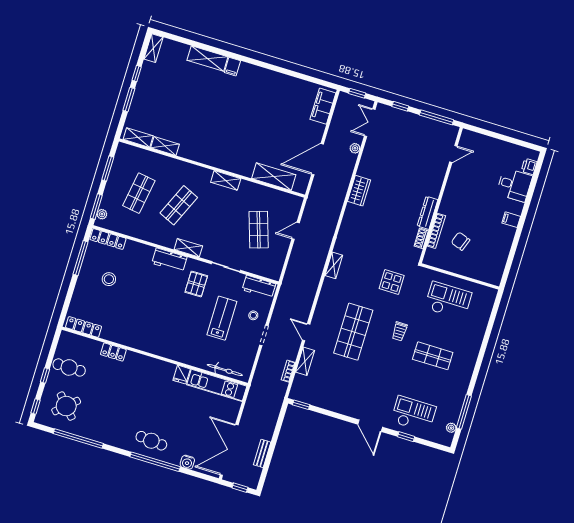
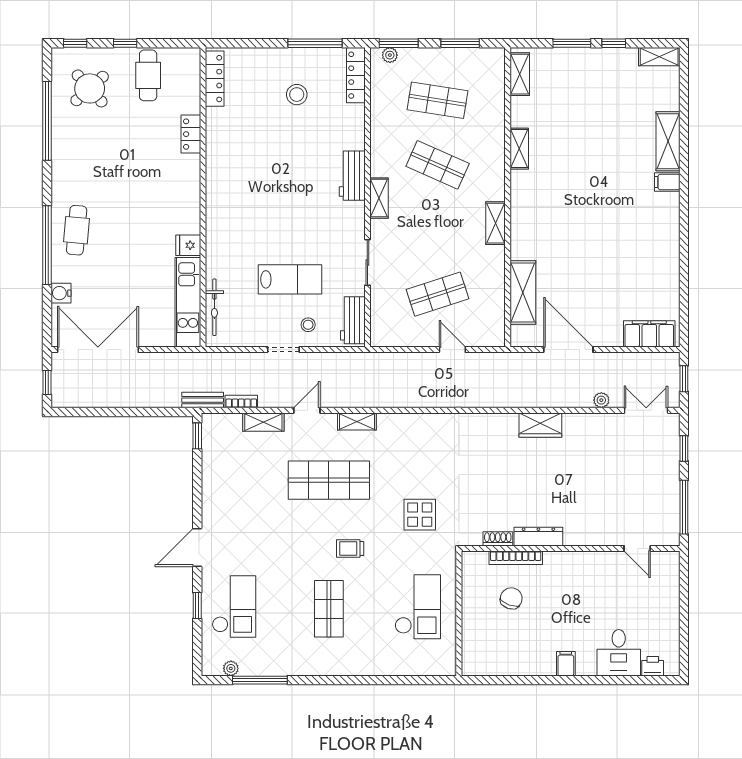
shelving: (165, 146) -> (519, 149), moved
shelving: (334, 265) -> (357, 422), moved
pallet: (196, 284) -> (329, 226), removed
bench: (262, 453) -> (203, 400), moved

